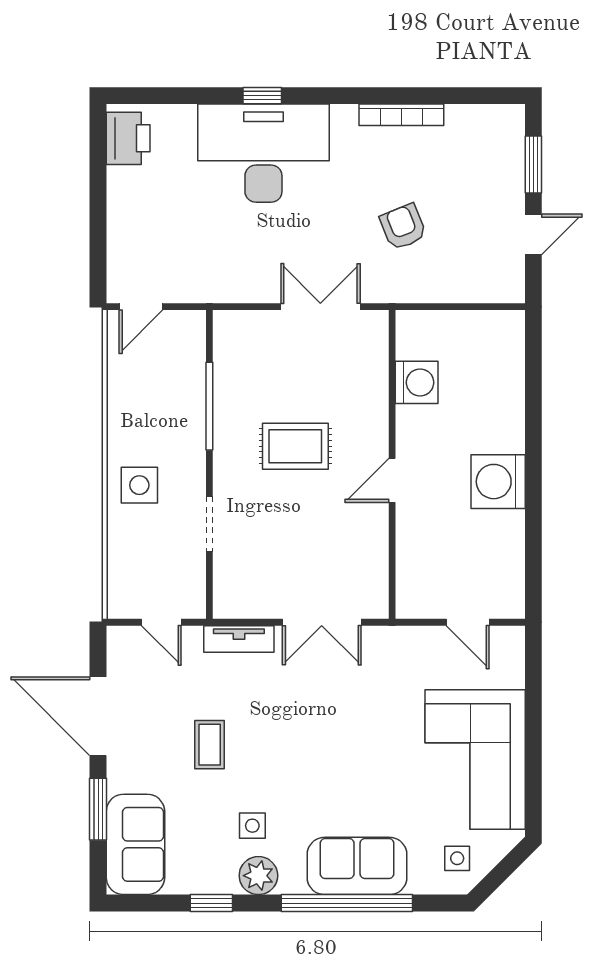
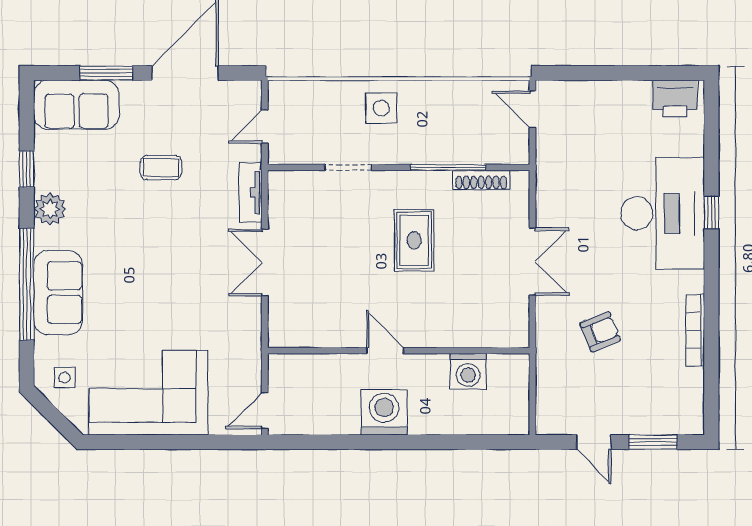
shoe rack: (224, 367) -> (481, 180), added
washing machine: (417, 382) -> (468, 371), moved
wall: (392, 464) -> (399, 351), moved
door: (392, 480) -> (385, 351), moved
door: (468, 622) -> (265, 411), moved
side table: (252, 826) -> (92, 204), removed

